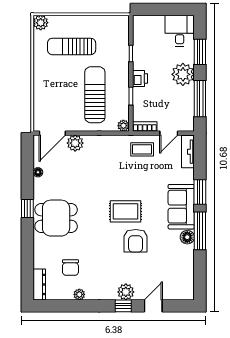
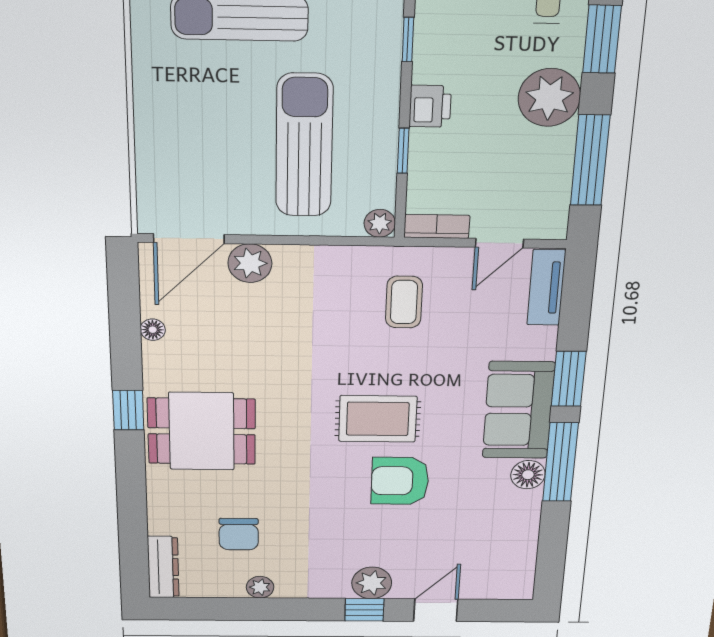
coffee table: (142, 149) -> (404, 302), moved, turned 90
armchair: (136, 241) -> (400, 481), turned 90

